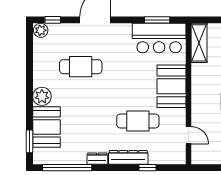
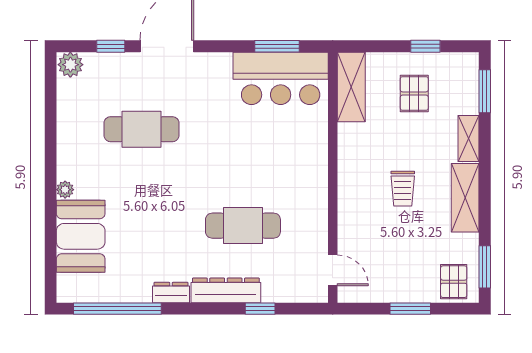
window: (53, 20) -> (111, 46), moved
booth: (171, 86) -> (303, 164), removed
plant: (42, 96) -> (65, 190), width x0.53, depth x0.53
door: (188, 135) -> (333, 270), moved
window: (29, 141) -> (51, 262), removed

